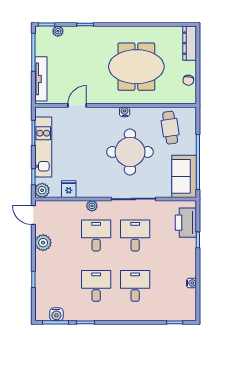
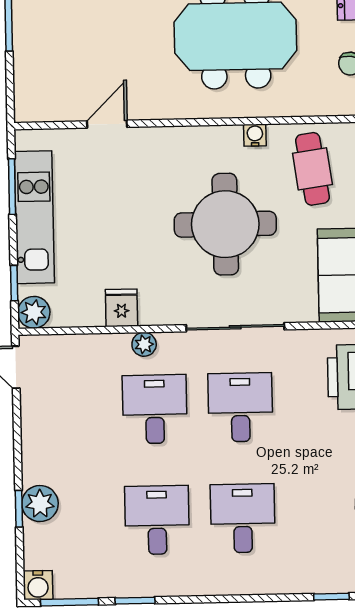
tv unit: (41, 79) -> (26, 68), removed
water cooler: (125, 112) -> (255, 135), moved
fridge: (69, 189) -> (122, 308), moved
plant: (43, 243) -> (40, 504), moved
water cooler: (56, 314) -> (38, 585), moved

